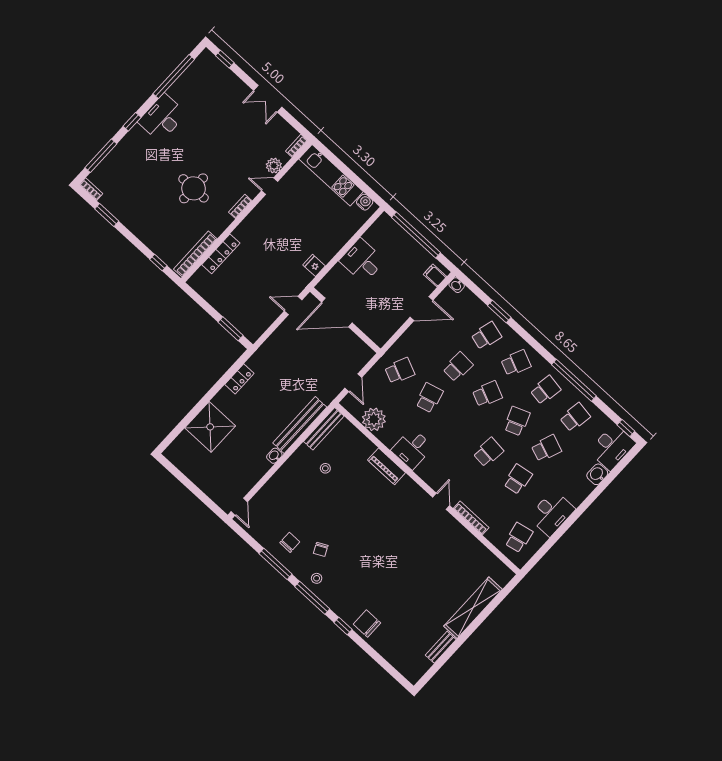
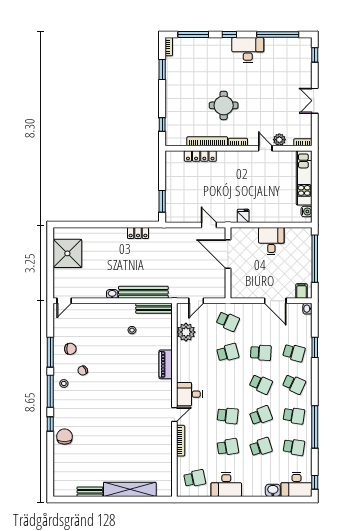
bookcase: (195, 254) -> (207, 141), moved
shower: (210, 427) -> (67, 253), moved
school desk: (546, 448) -> (261, 447), turned -39
desk: (412, 449) -> (189, 394), moved

